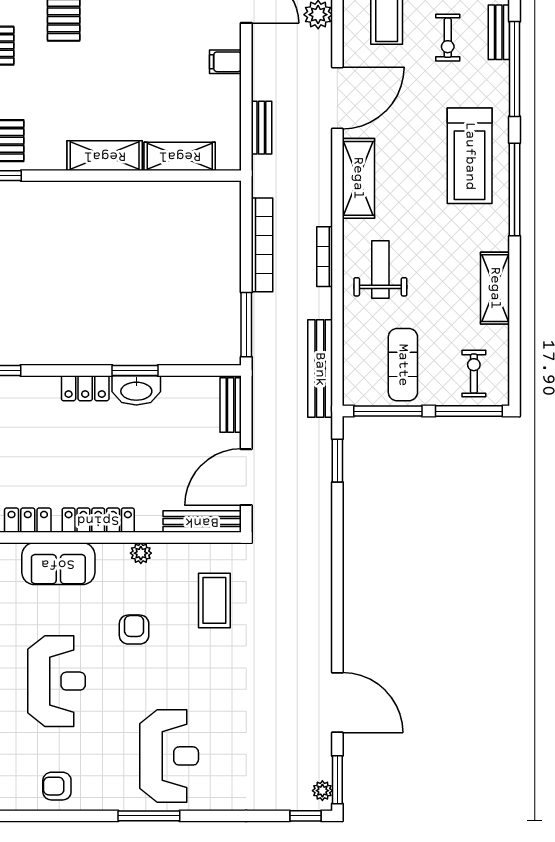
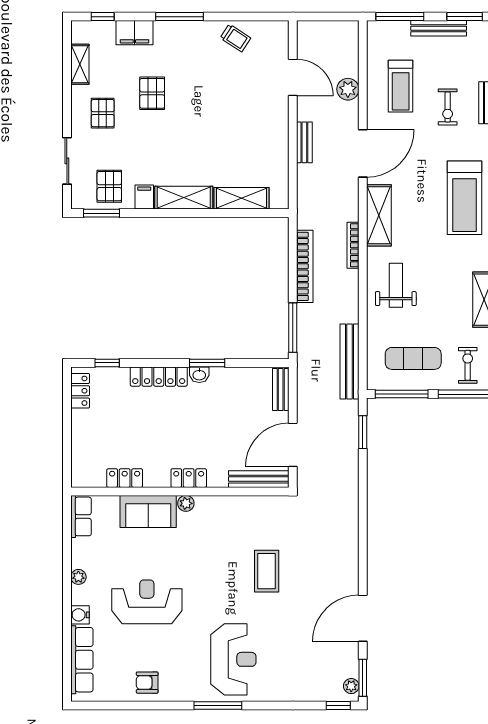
filing cabinet: (225, 62) -> (144, 197), moved, turned 90
bench: (261, 128) -> (304, 142), moved
bookcase: (325, 257) -> (353, 245), moved
exercise mat: (403, 365) -> (413, 358), turned 90
locker: (85, 388) -> (159, 377), width x1.53
washbasin: (136, 390) -> (199, 375), width x0.52, depth x0.69
locker: (98, 520) -> (189, 478), width x0.66
plant: (141, 553) -> (186, 503), moved
coffee table: (214, 600) -> (267, 571), moved
armchair: (134, 630) -> (206, 562), removed
reception desk: (57, 681) -> (147, 602), turned -90
door: (337, 703) -> (363, 618), swing flipped

